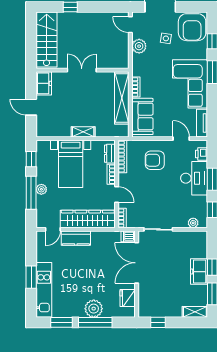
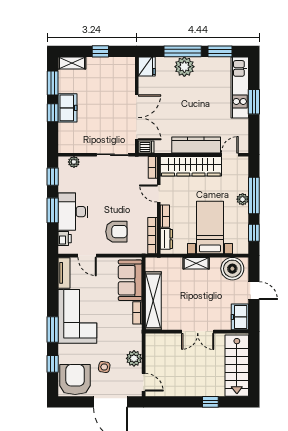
boiler: (51, 127) -> (232, 269), added
kitchen counter: (76, 238) -> (196, 145), width x1.50
fridge: (128, 298) -> (147, 66), moved
window: (158, 322) -> (100, 51), moved

